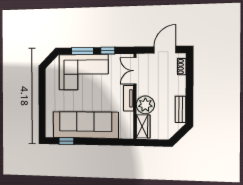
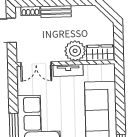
window: (108, 51) -> (13, 96), removed
bench: (180, 109) -> (56, 12), moved

